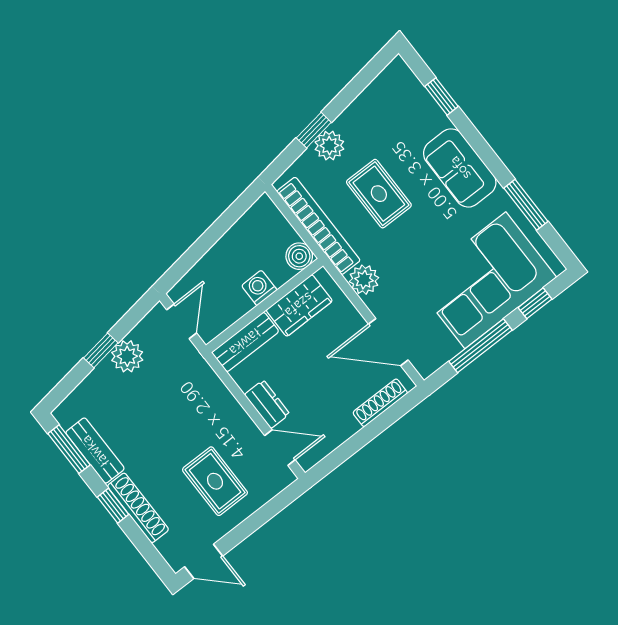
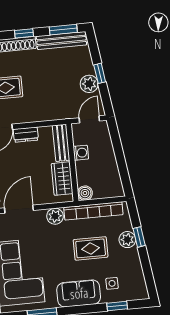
side table: (412, 126) -> (112, 283), added
washing machine: (259, 288) -> (81, 153), moved
door: (182, 321) -> (89, 119), swing flipped
bench: (95, 451) -> (61, 41), width x1.36

